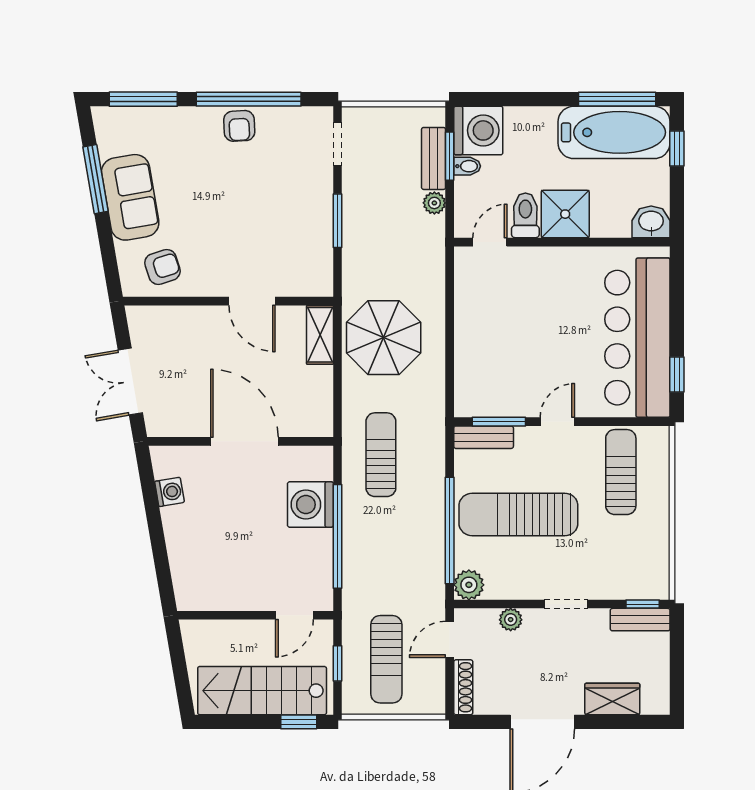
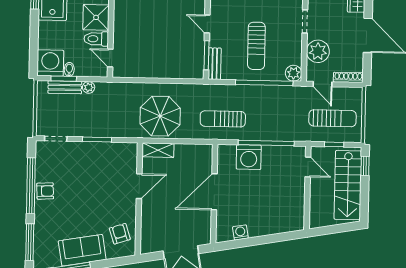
sun lounger: (518, 515) -> (256, 46), width x0.73, depth x0.75
plant: (511, 620) -> (318, 51), width x1.87, depth x1.87

